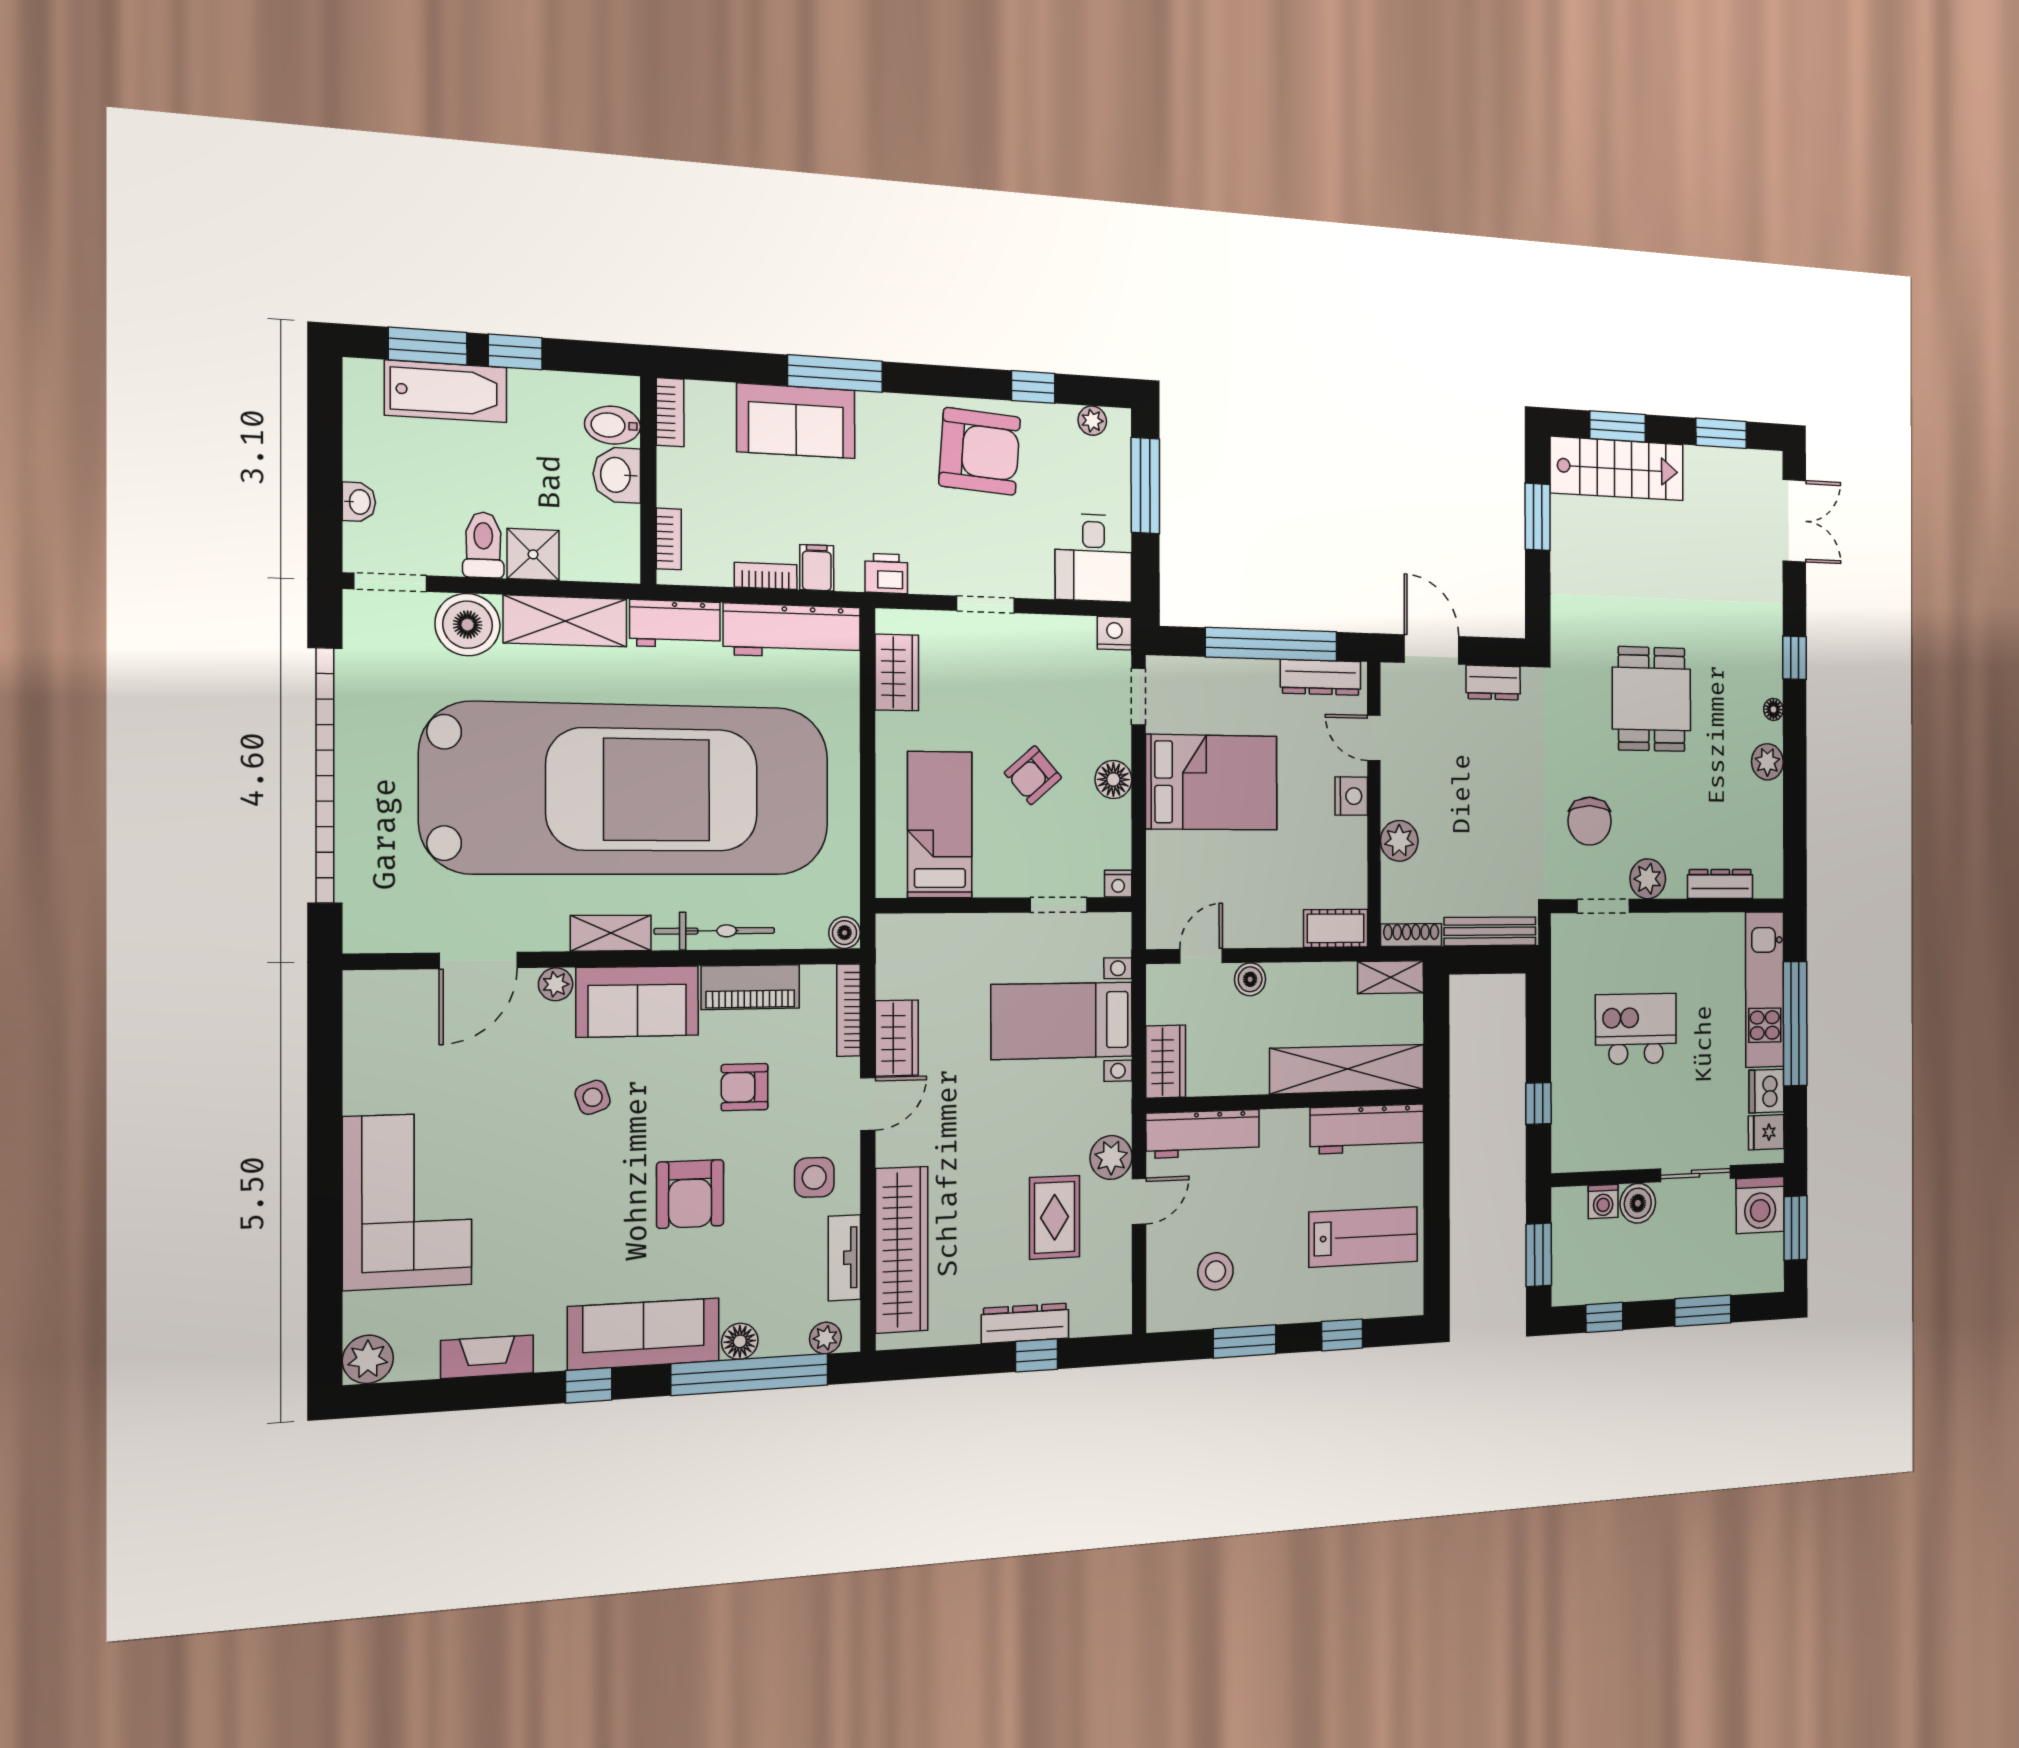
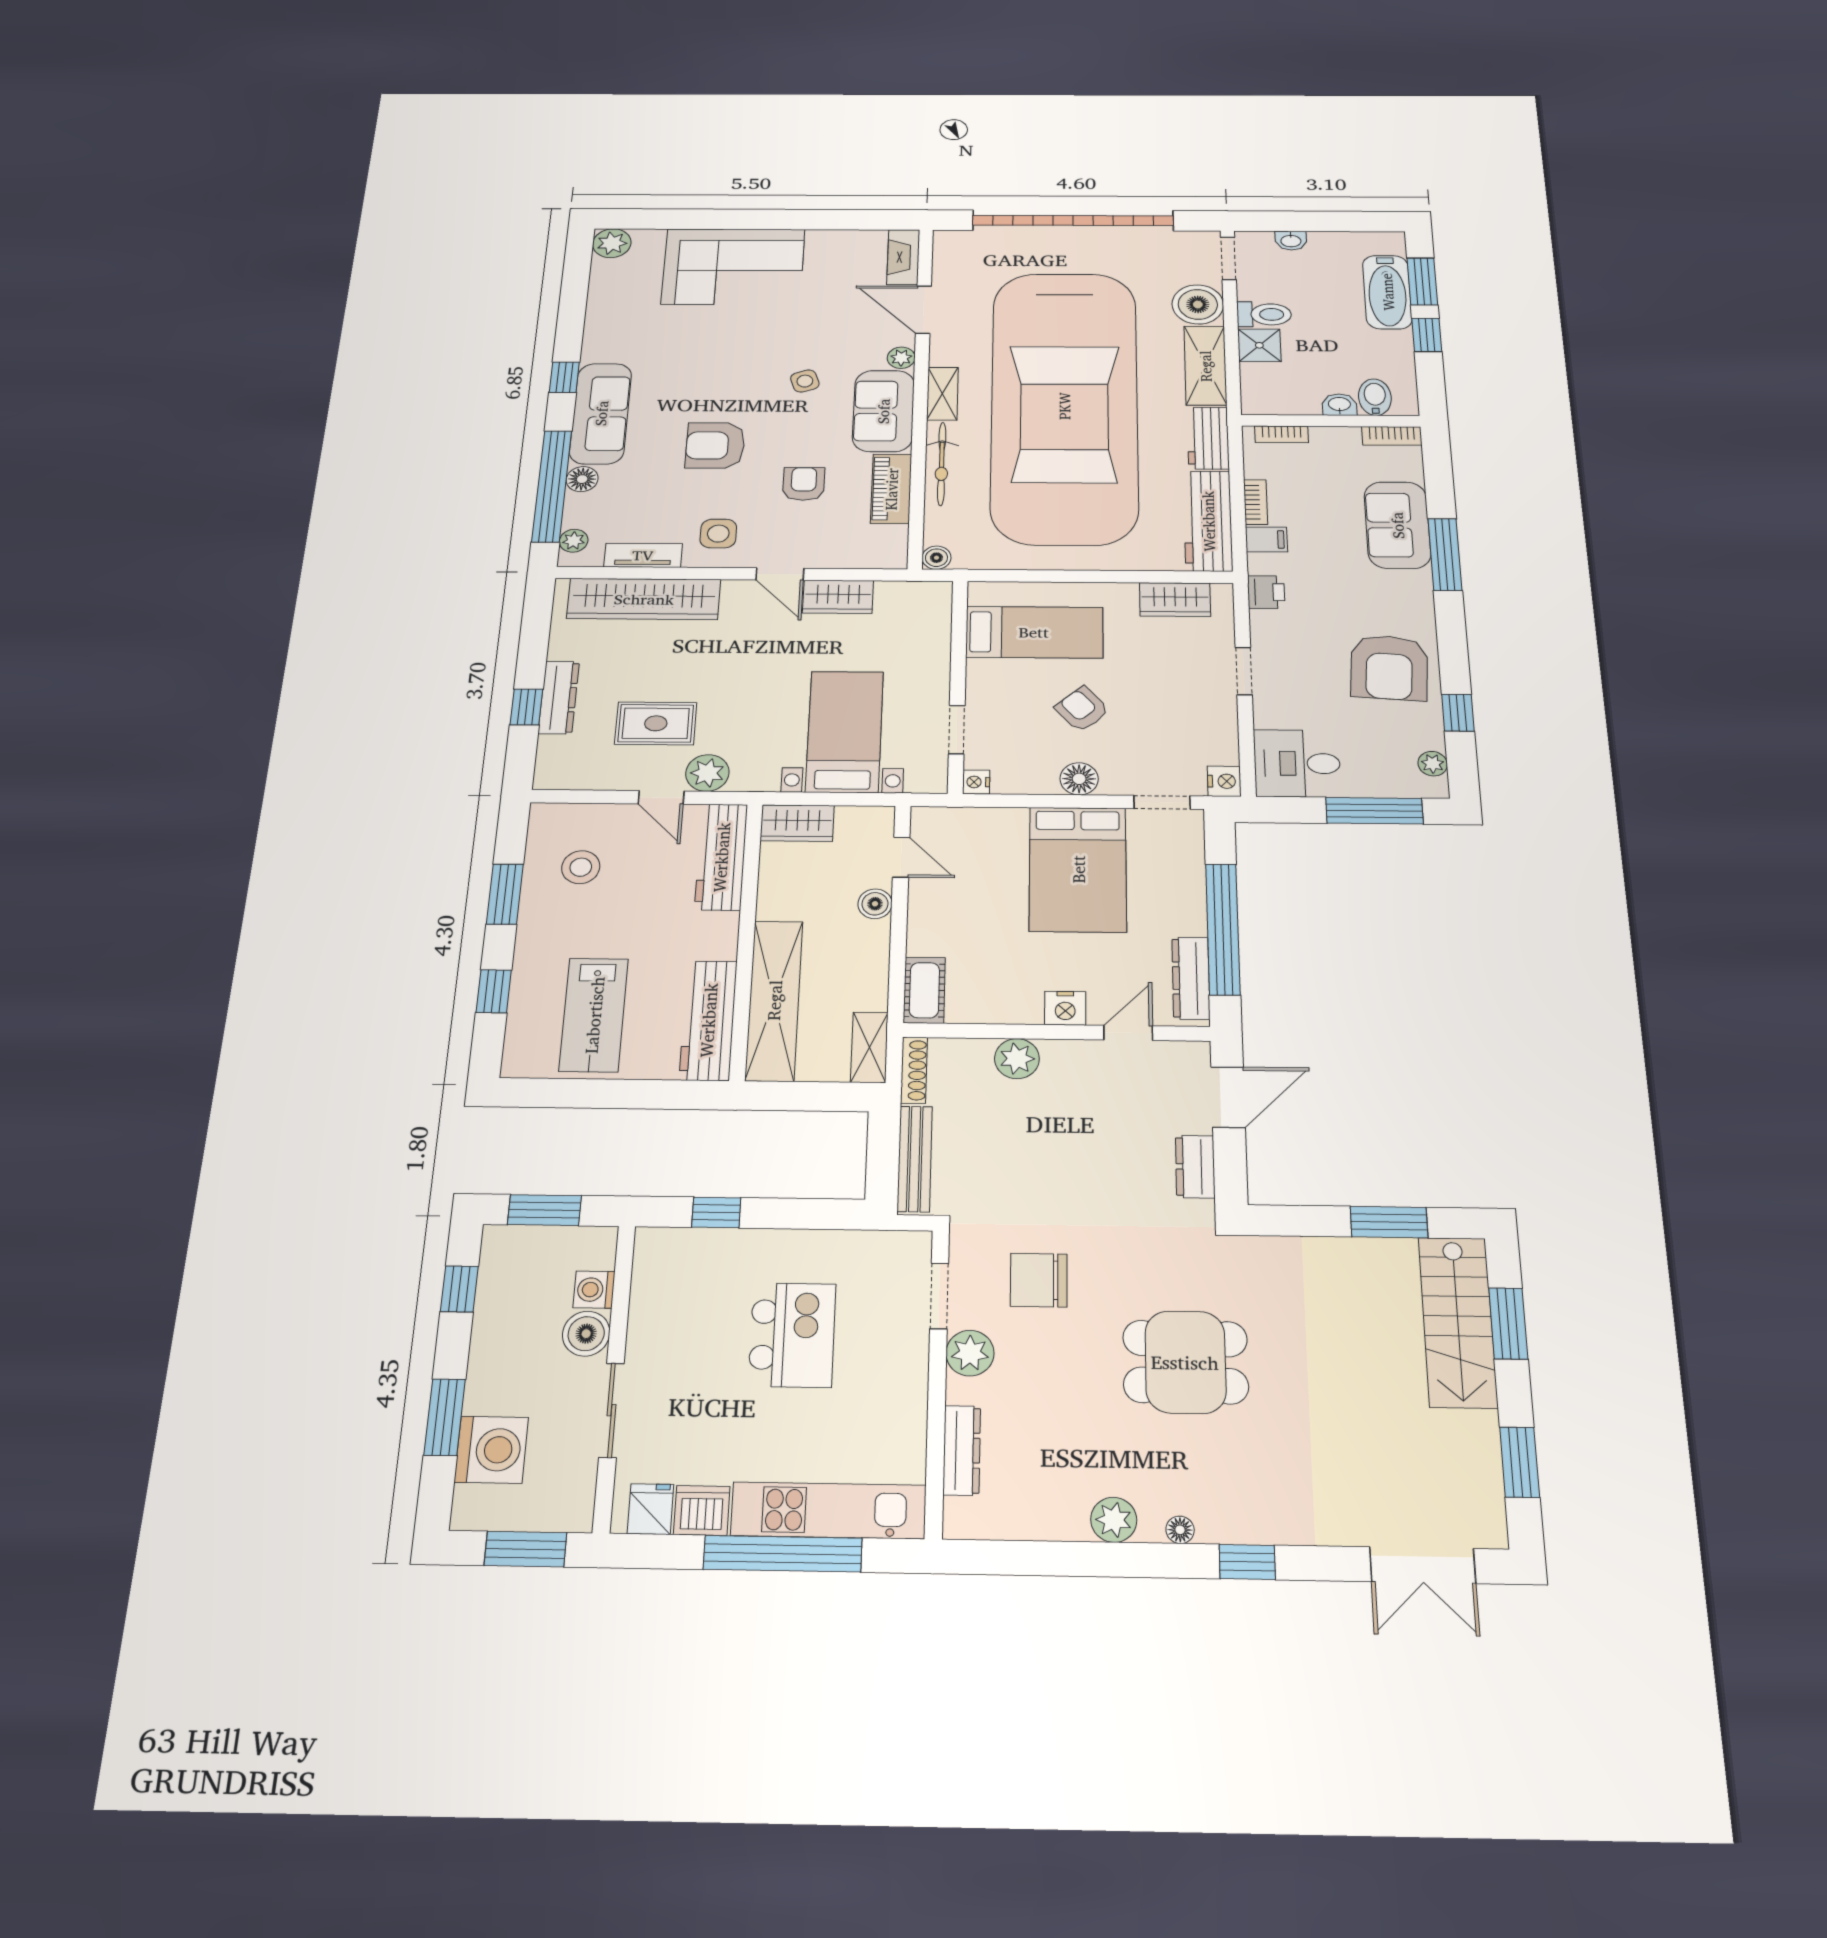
washbasin: (617, 475) -> (1339, 405), width x0.72, depth x0.69
bookcase: (849, 1010) -> (866, 560), removed
washing machine: (1760, 1205) -> (491, 1450), moved, turned 180
fireplace: (487, 1357) -> (903, 257), moved, turned 180

